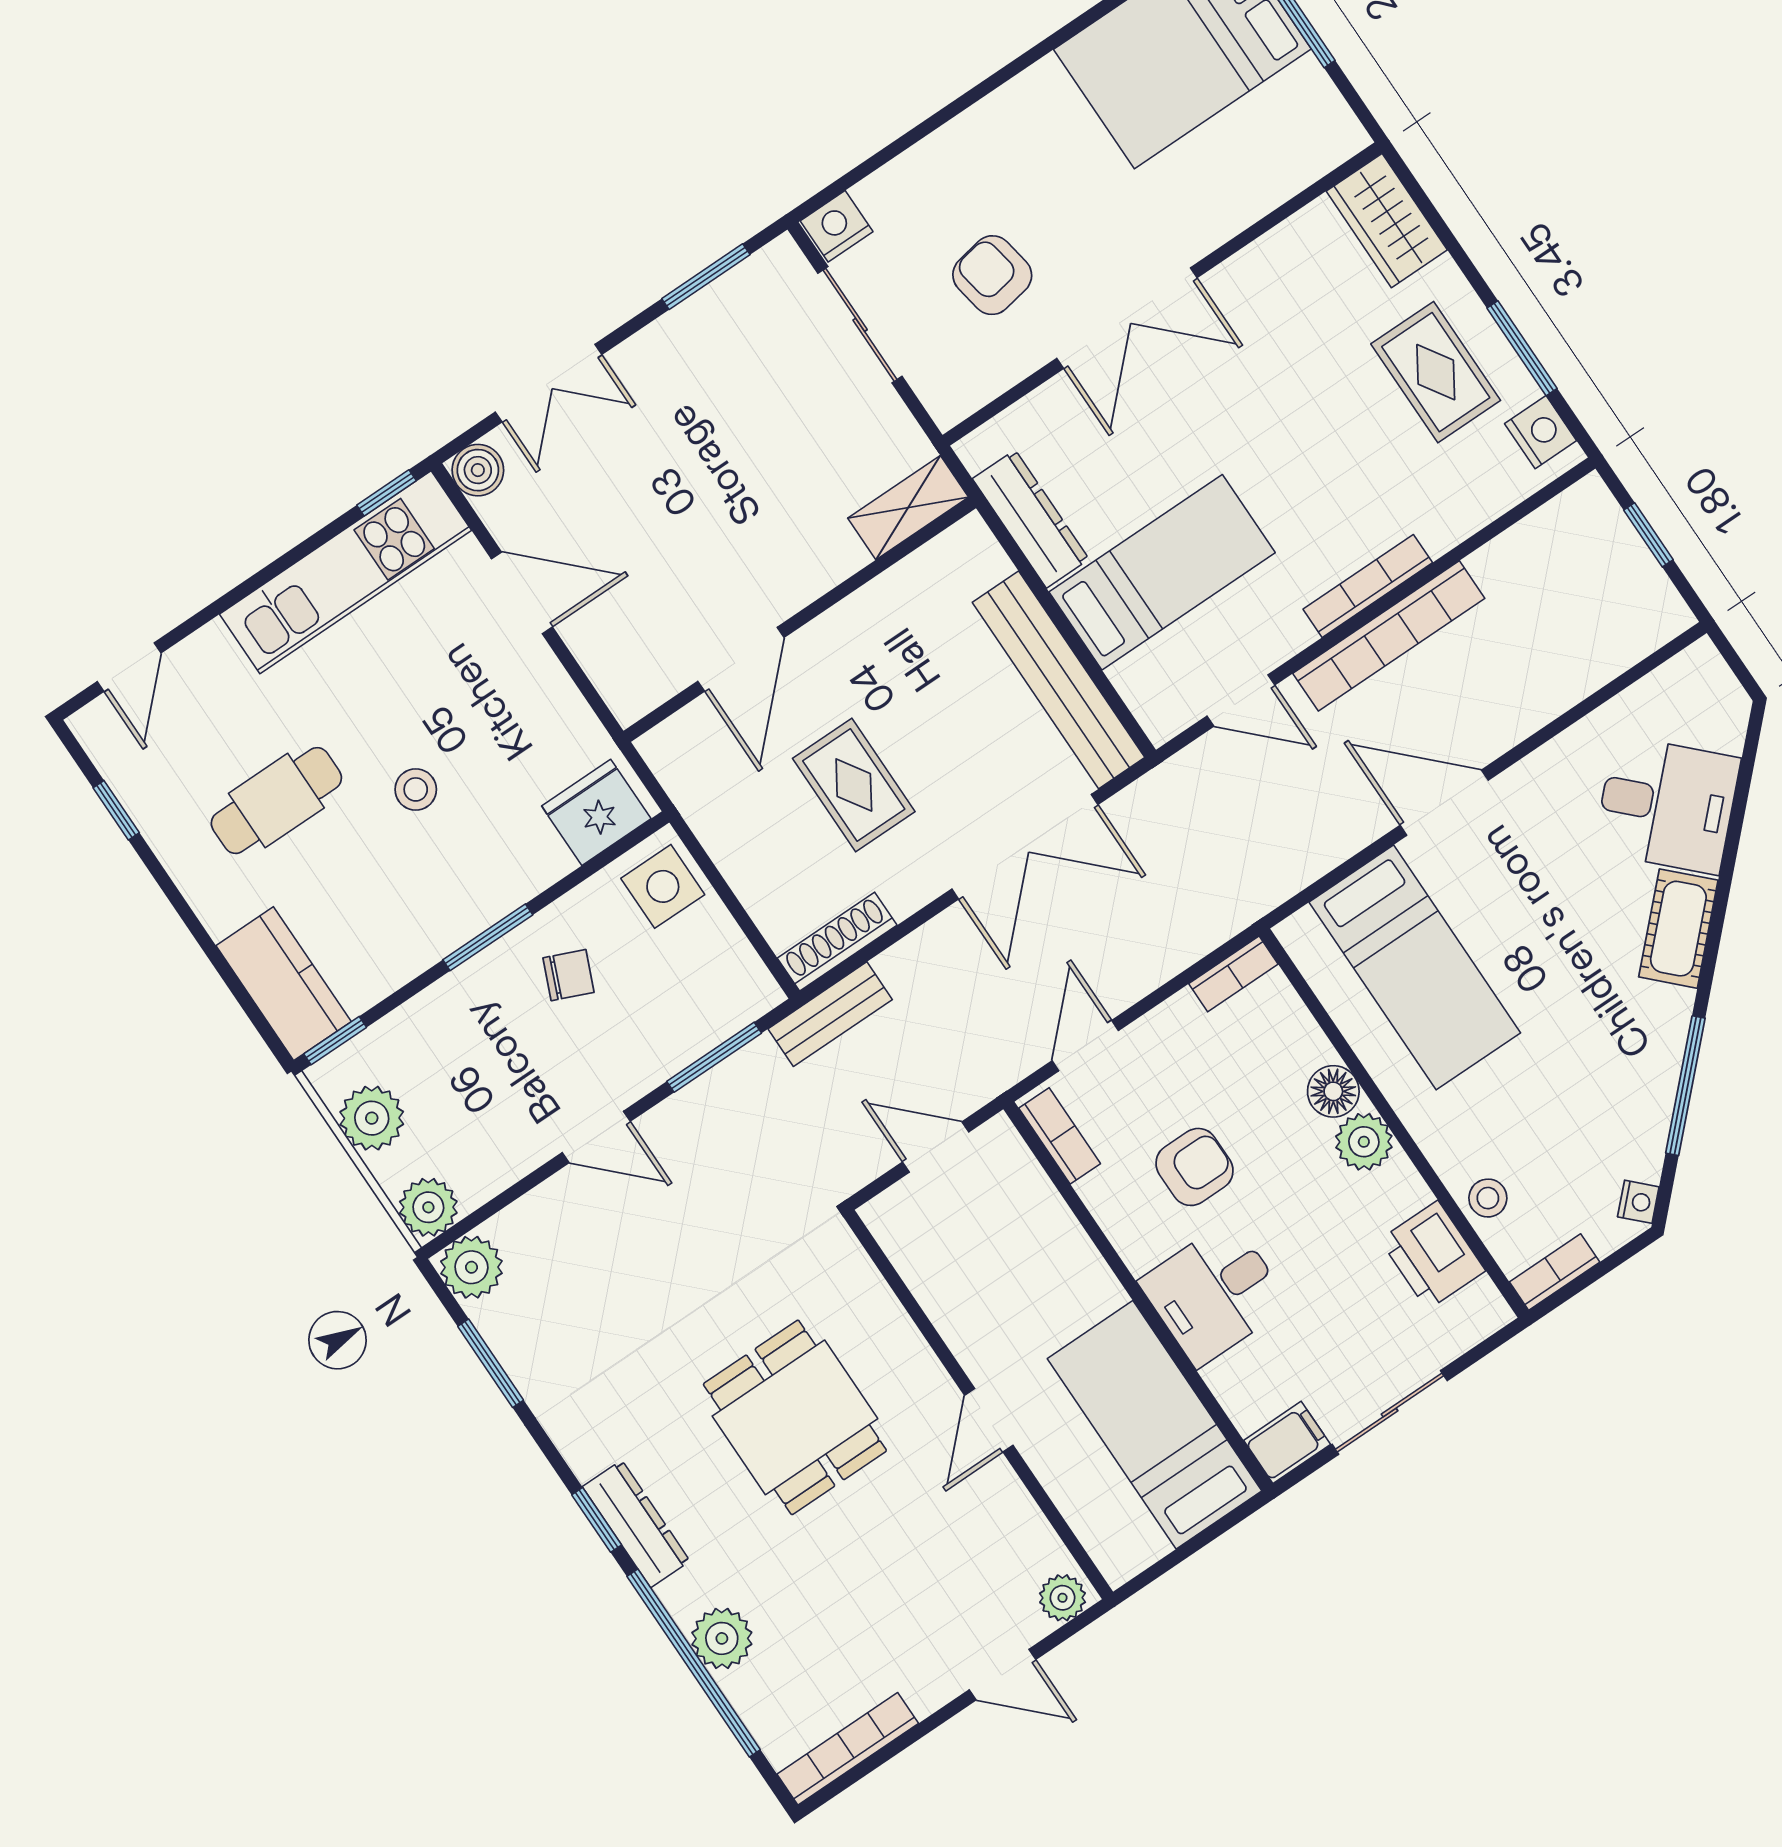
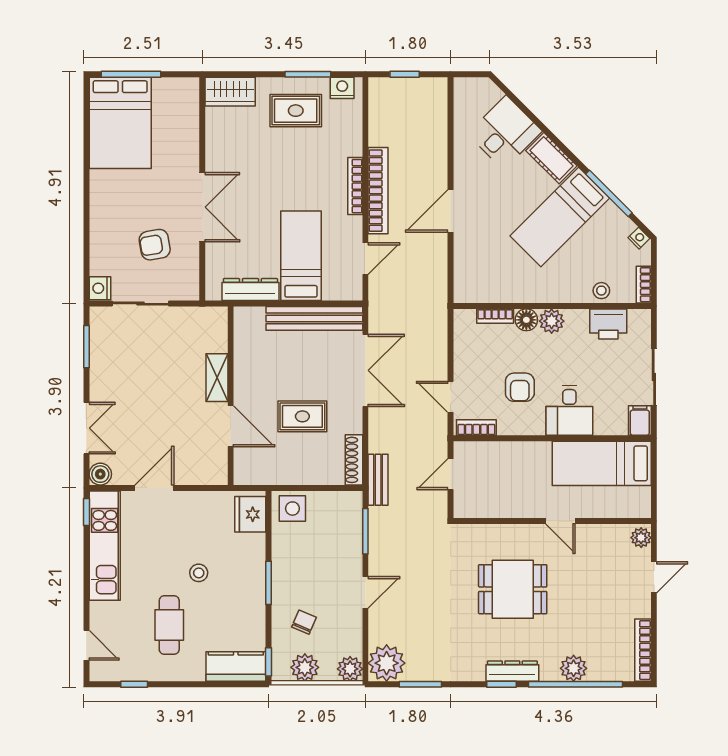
shelving: (908, 508) -> (217, 378), moved
bed: (1415, 967) -> (560, 217), moved, turned 135
bookcase: (1233, 974) -> (495, 316), moved, turned 90
chair: (568, 975) -> (304, 622), moved
armchair: (1195, 1167) -> (520, 387), turned 180
plant: (471, 1267) -> (387, 663), width x1.36, depth x1.36

